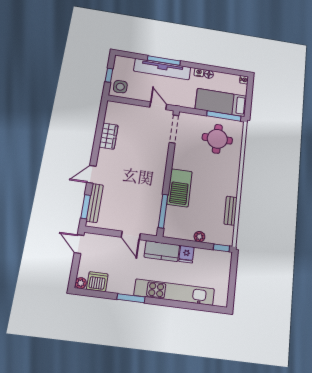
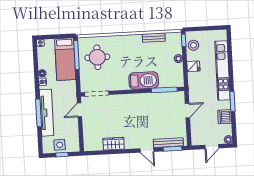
side table: (120, 87) -> (60, 145), moved
door: (79, 244) -> (212, 147), moved
kitchen counter: (162, 251) -> (195, 85), removed
stool: (213, 259) -> (193, 45), added
dishwasher: (97, 282) -> (225, 117), moved

